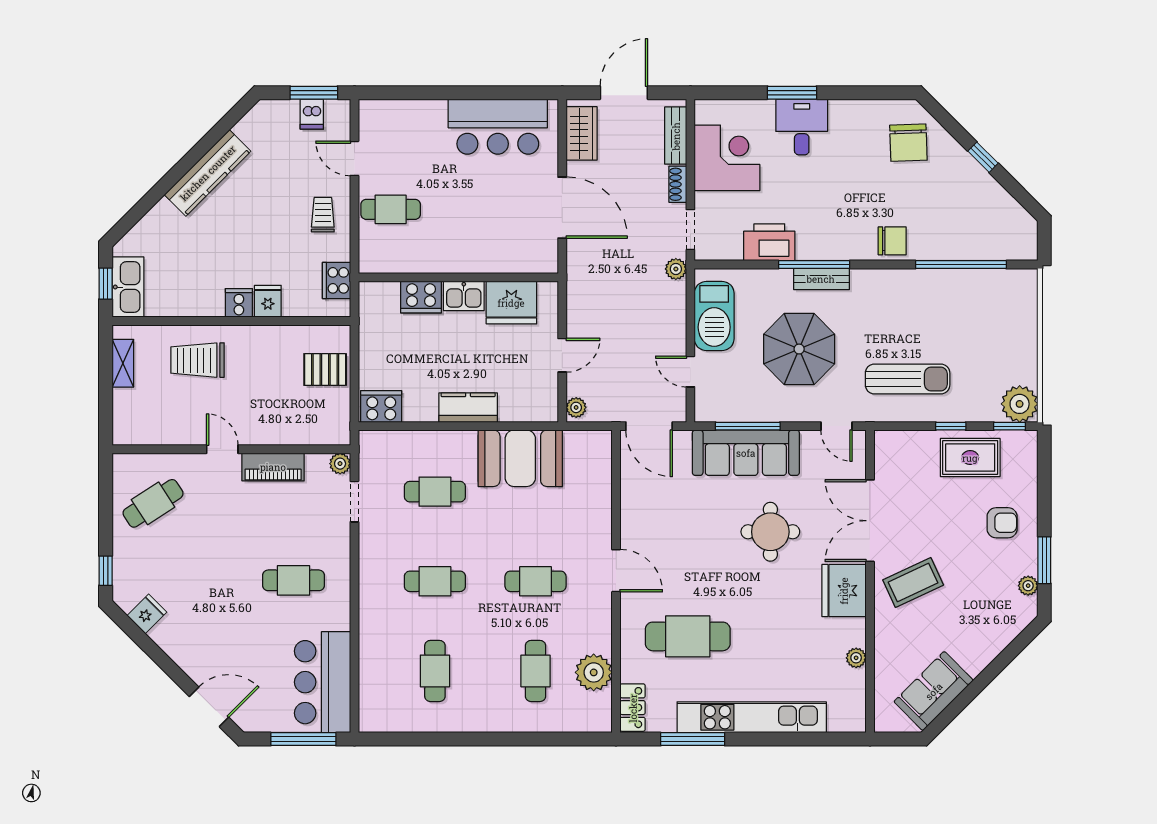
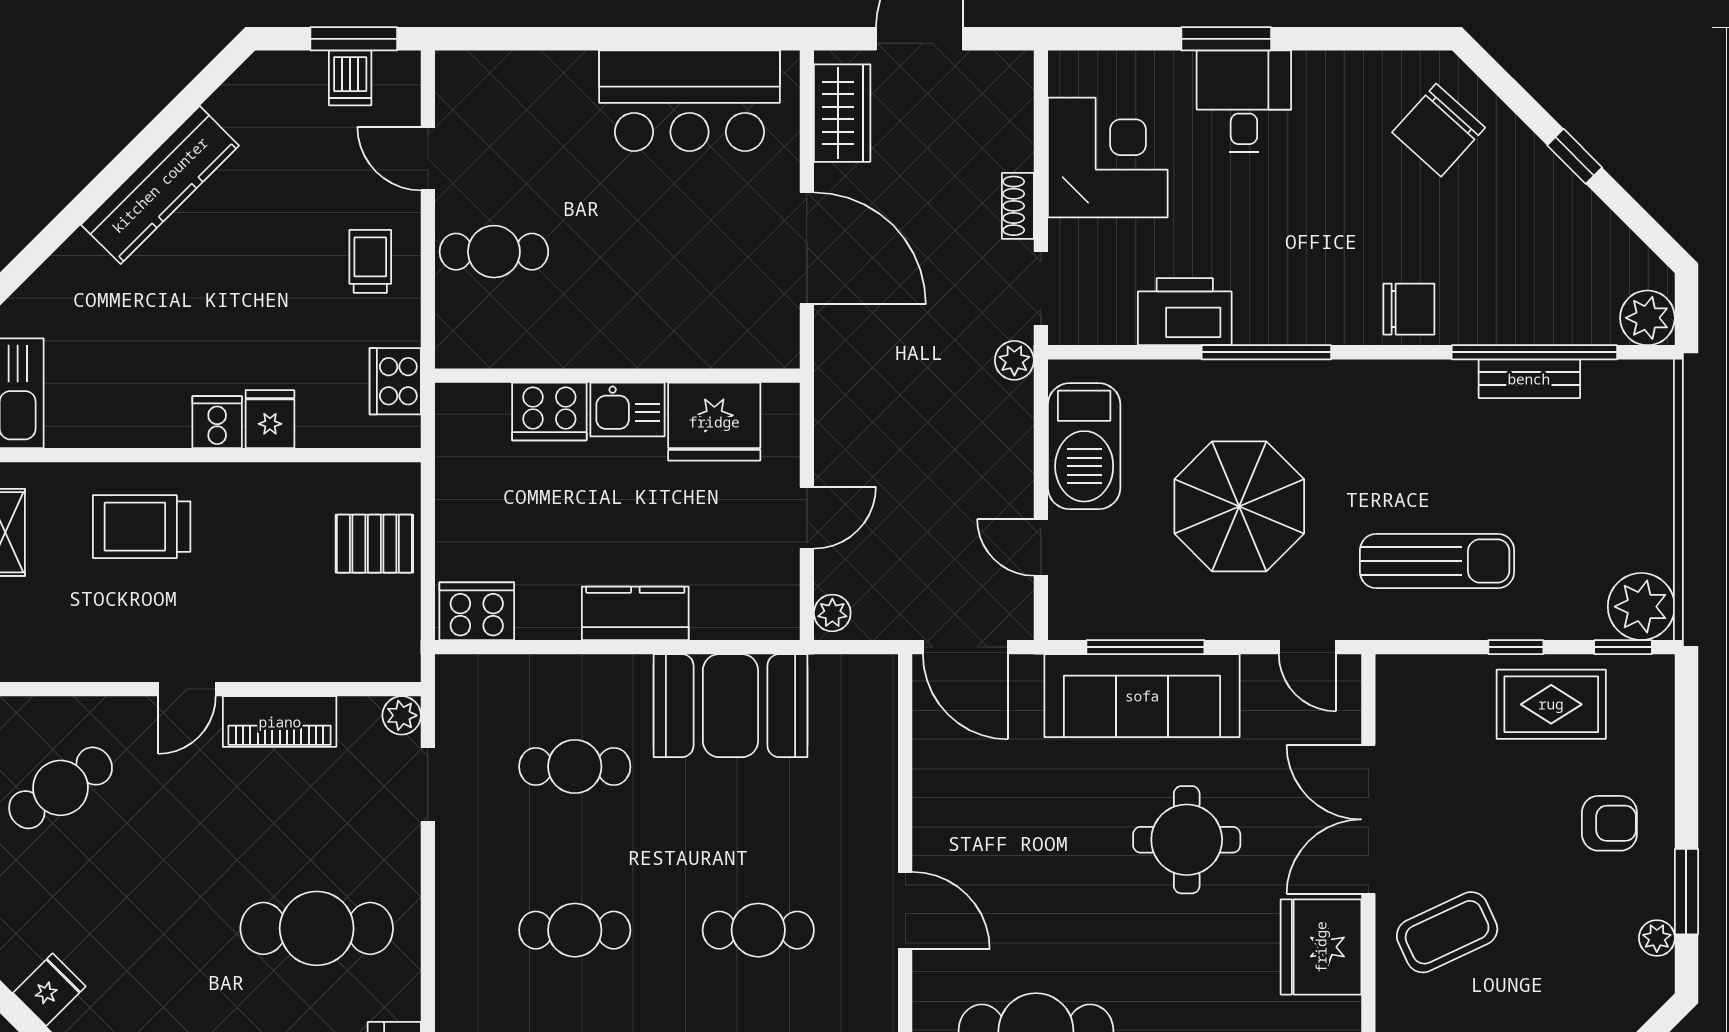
bench: (676, 136) -> (1014, 117), removed
chair: (908, 143) -> (1439, 130), turned 44
plant: (1023, 246) -> (1647, 318), added
bench: (821, 279) -> (1529, 379), moved
door: (222, 449) -> (187, 689), swing flipped
cafe table: (293, 580) -> (317, 928), width x1.37, depth x1.35

